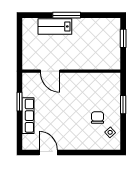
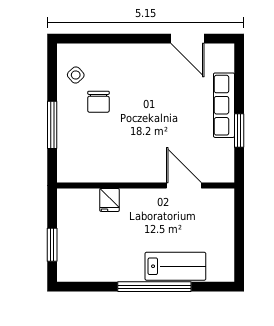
window: (67, 15) -> (154, 287), width x1.46
fridge: (91, 63) -> (110, 200), added
window: (123, 105) -> (52, 125), width x1.44

